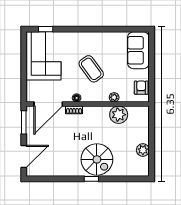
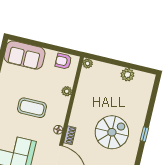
coffee table: (91, 69) -> (32, 108), turned 36
plant: (119, 115) -> (88, 63), moved, width x0.53, depth x0.53
spiral stairs: (97, 159) -> (112, 132), moved

